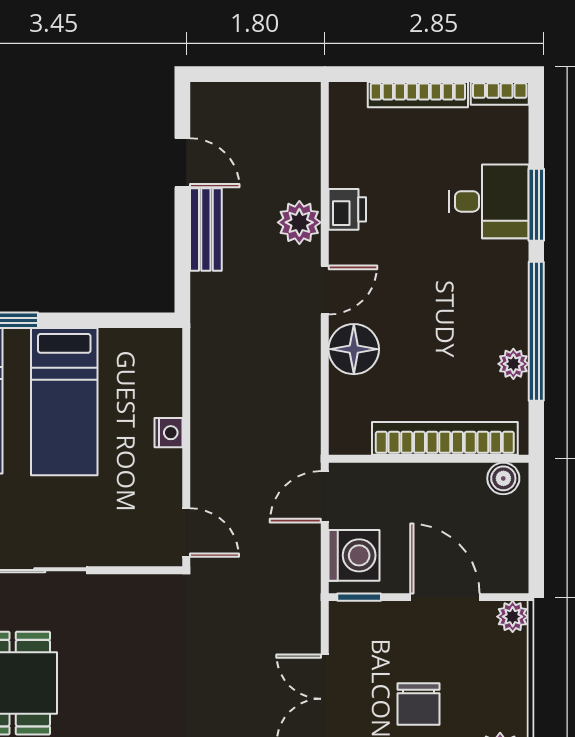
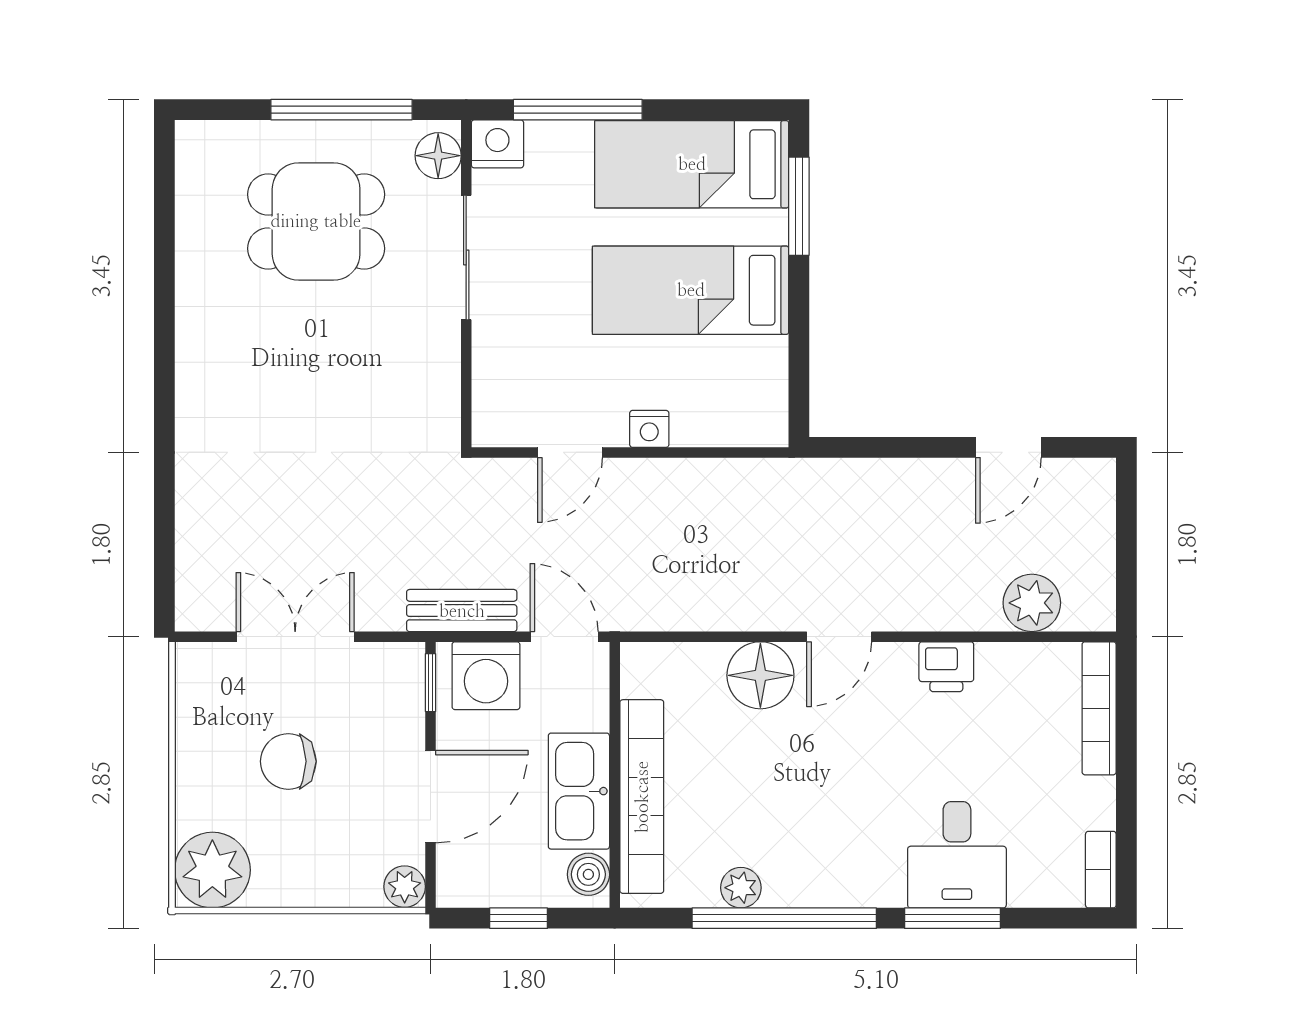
bookcase: (418, 95) -> (1099, 708), moved
plant: (299, 222) -> (1032, 603), moved
bench: (206, 229) -> (462, 611), moved
door: (325, 290) -> (839, 637), hinge flipped
kitchen sink: (441, 486) -> (579, 791), added
window: (536, 531) -> (519, 918), added
door: (186, 533) -> (570, 452), moved

